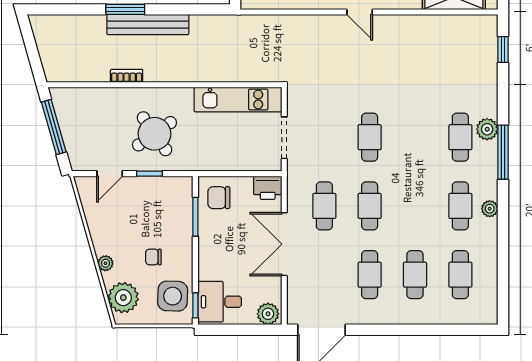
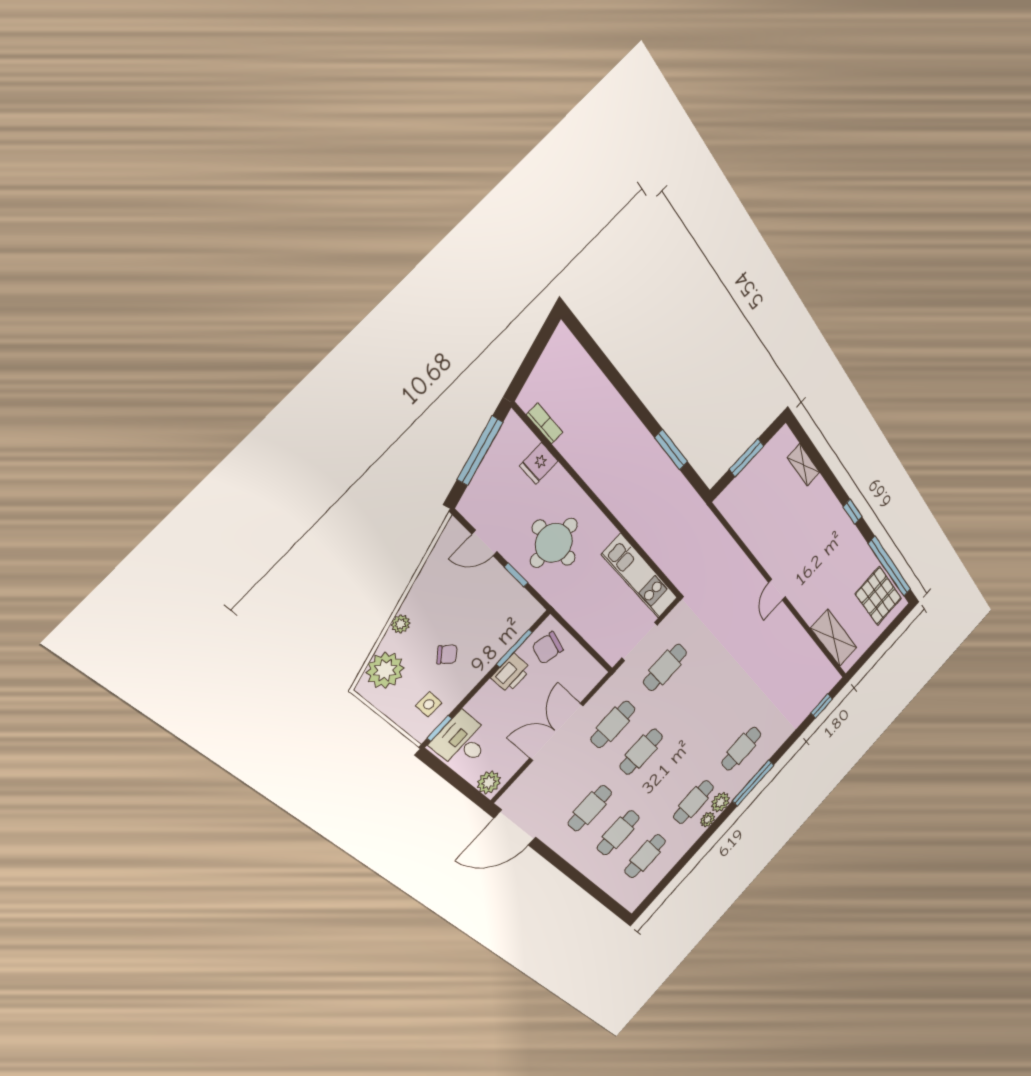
window: (125, 9) -> (671, 450), moved
bench: (148, 25) -> (641, 440), removed
bookcase: (127, 76) -> (545, 424), moved
fridge: (96, 100) -> (539, 463), added
plant: (487, 129) -> (720, 802), moved
round table: (154, 134) -> (554, 543), turned 35
cafe table: (370, 137) -> (665, 667), moved
printer: (268, 188) -> (511, 673), moved, turned -90
chair: (219, 198) -> (548, 648), turned -76
chair: (153, 257) -> (447, 654), turned 138
side table: (173, 296) -> (429, 704), width x0.54, depth x0.54

